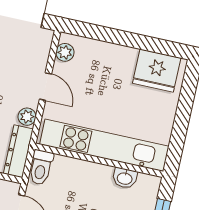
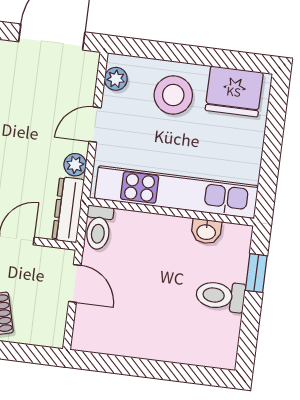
stool: (109, 69) -> (173, 95), added
door: (45, 87) -> (95, 125), swing flipped

